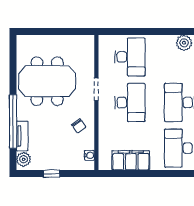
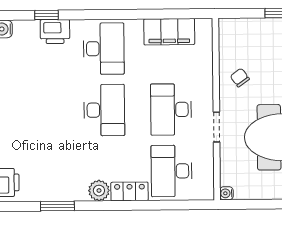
locker: (161, 42) -> (129, 191), added
water cooler: (89, 155) -> (226, 193), moved

